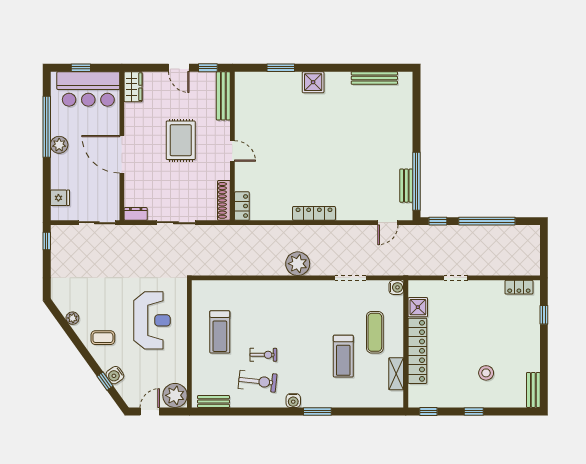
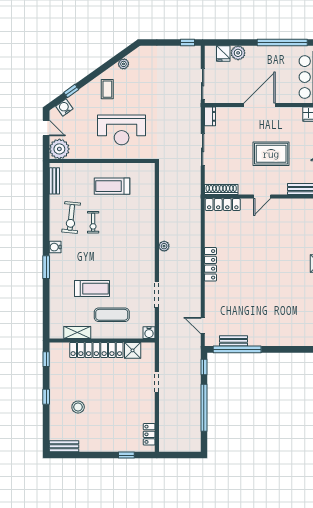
plant: (59, 145) -> (238, 53), moved
locker: (242, 206) -> (223, 205), width x1.53
plant: (298, 264) -> (164, 246), width x0.53, depth x0.53
treadmill: (343, 356) -> (92, 289), turned 180
water cooler: (115, 375) -> (64, 108), moved

